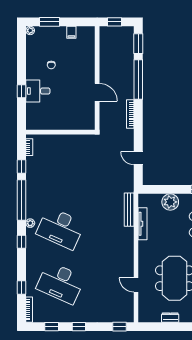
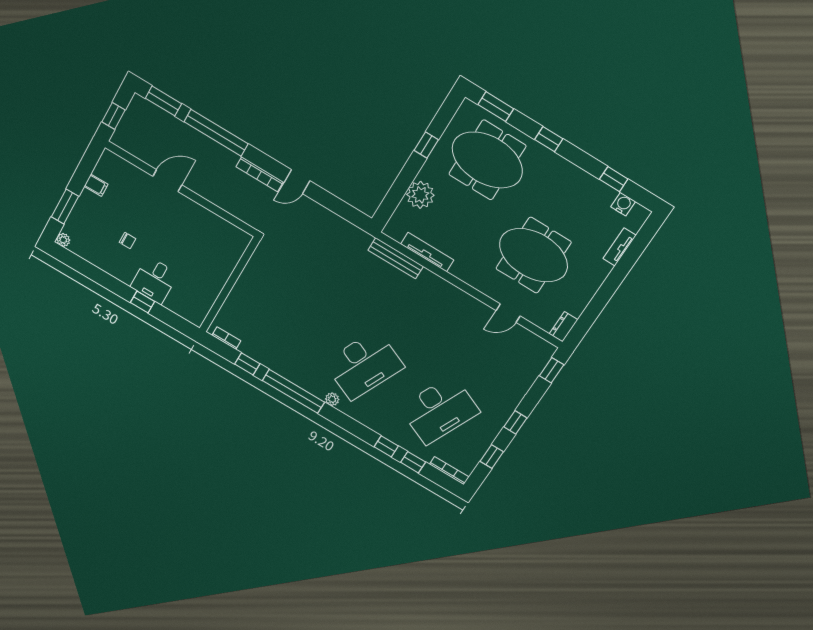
door: (97, 92) -> (167, 181), moved
door: (138, 158) -> (297, 182), moved
window: (21, 242) -> (386, 446), moved
dresser: (170, 318) -> (564, 327), moved

